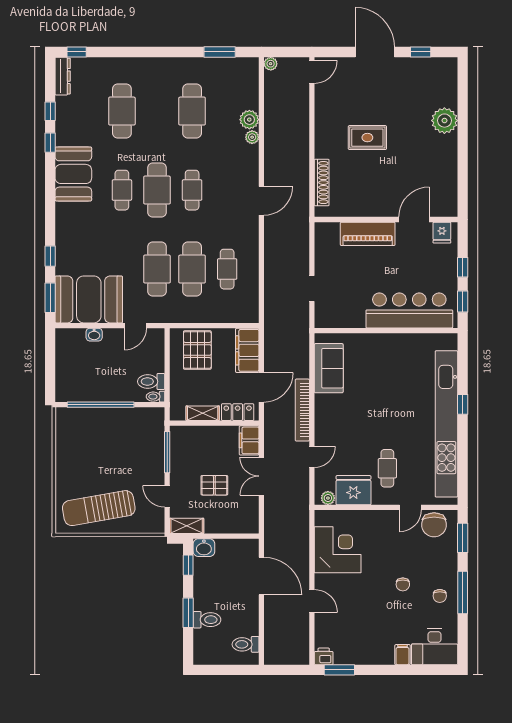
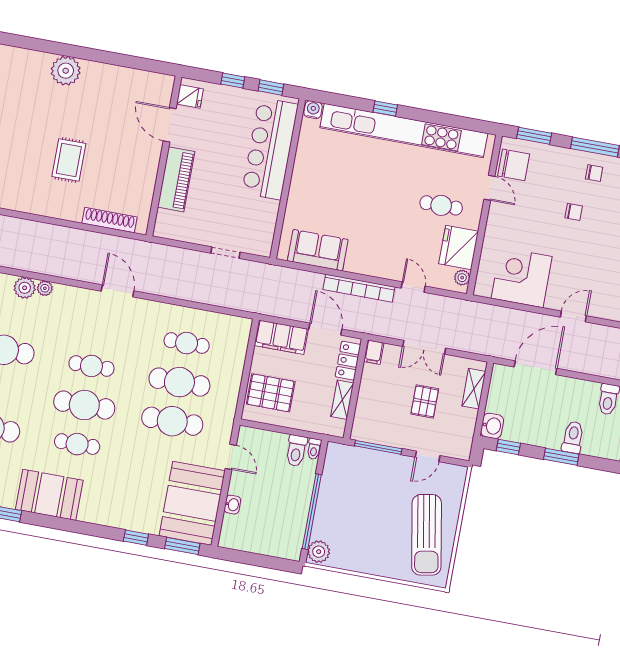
water cooler: (450, 342) -> (313, 110), added
plant: (67, 417) -> (319, 552), added
filing cabinet: (249, 440) -> (374, 352), width x0.50
shelving: (187, 526) -> (474, 389), moved

